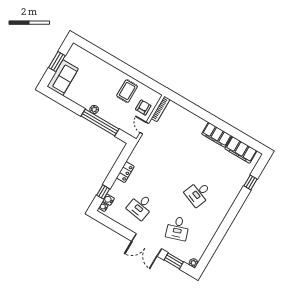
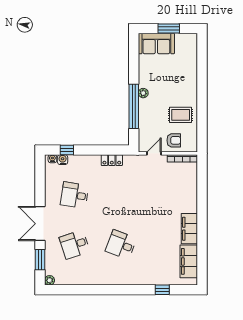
locker: (125, 172) -> (112, 160), moved

